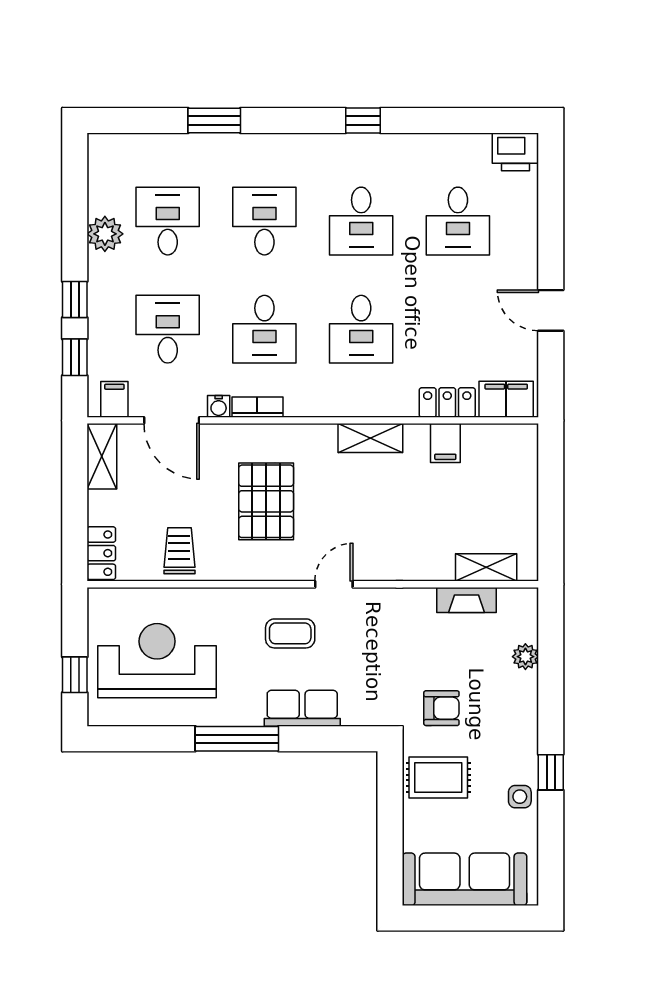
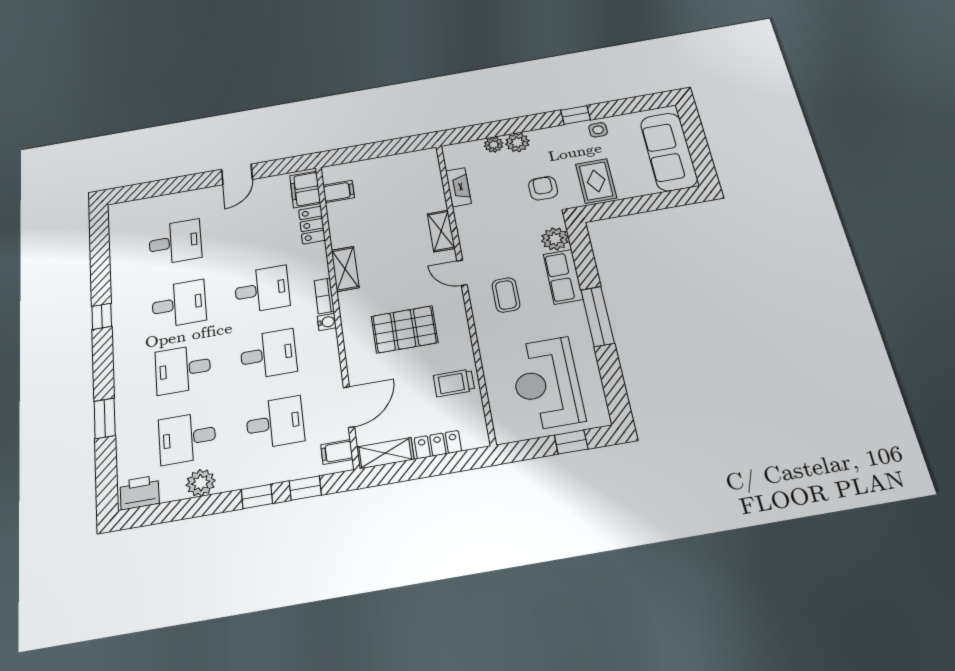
printer: (515, 152) -> (140, 492), moved, turned -90
desk: (168, 329) -> (275, 423), turned 180
water cooler: (219, 406) -> (327, 322), moved
bookcase: (257, 407) -> (324, 296), moved
filing cabinet: (445, 443) -> (339, 192), moved
locker: (101, 553) -> (438, 445), moved
shelving: (486, 567) -> (441, 231), moved
plant: (522, 688) -> (517, 142), added
plant: (360, 709) -> (555, 239), added

